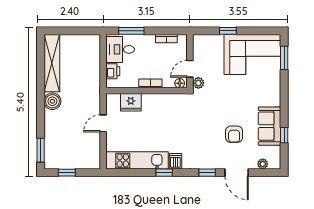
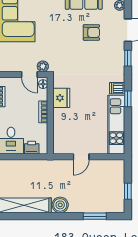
fridge: (131, 102) -> (61, 98), moved
door: (103, 123) -> (81, 157), hinge flipped
window: (41, 150) -> (95, 216), moved

